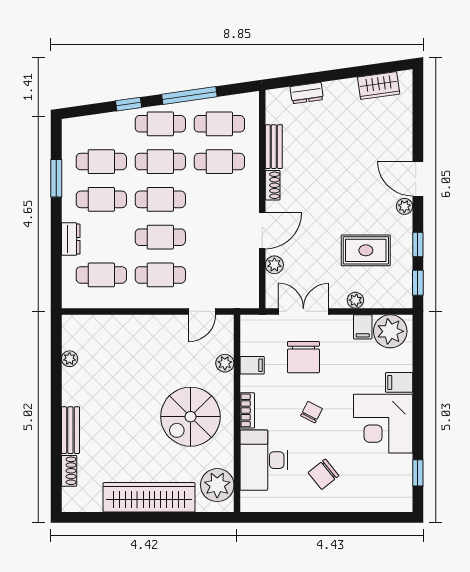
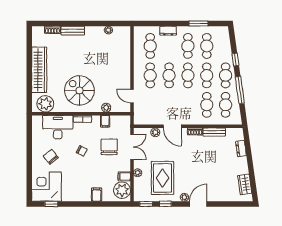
rug: (366, 250) -> (162, 178), width x1.36, depth x1.43
chair: (303, 357) -> (109, 147), turned 90
corner desk: (383, 424) -> (46, 187), moved

